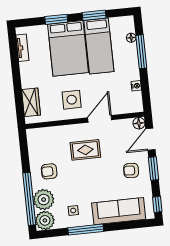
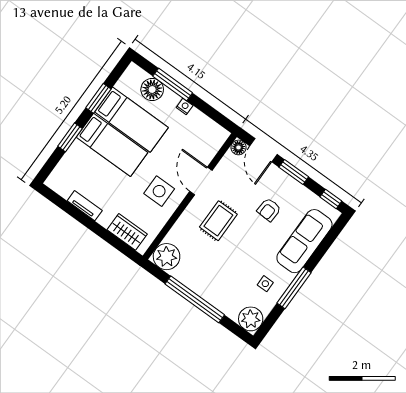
floor lamp: (131, 38) -> (152, 90), width x1.89, depth x1.89
tv unit: (22, 48) -> (85, 206), moved
bed: (68, 48) -> (112, 145), width x0.67
nightstand: (136, 86) -> (185, 106), moved
armchair: (131, 170) -> (269, 210), moved
armchair: (49, 171) -> (208, 273), removed
window: (29, 199) -> (195, 299), moved
plant: (44, 200) -> (167, 257), moved

